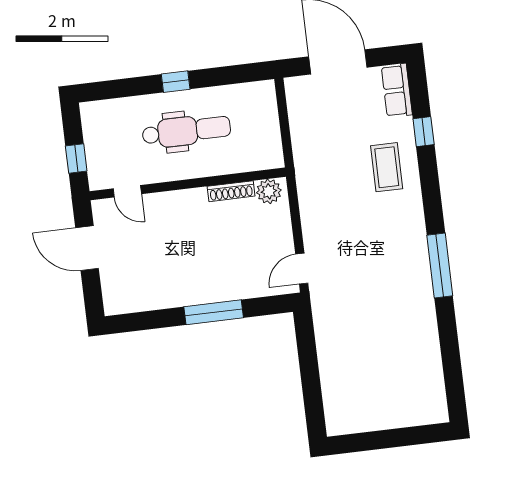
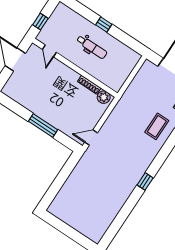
dental chair: (186, 131) -> (92, 47), width x0.73, depth x0.72
window: (440, 265) -> (145, 181), width x0.46

